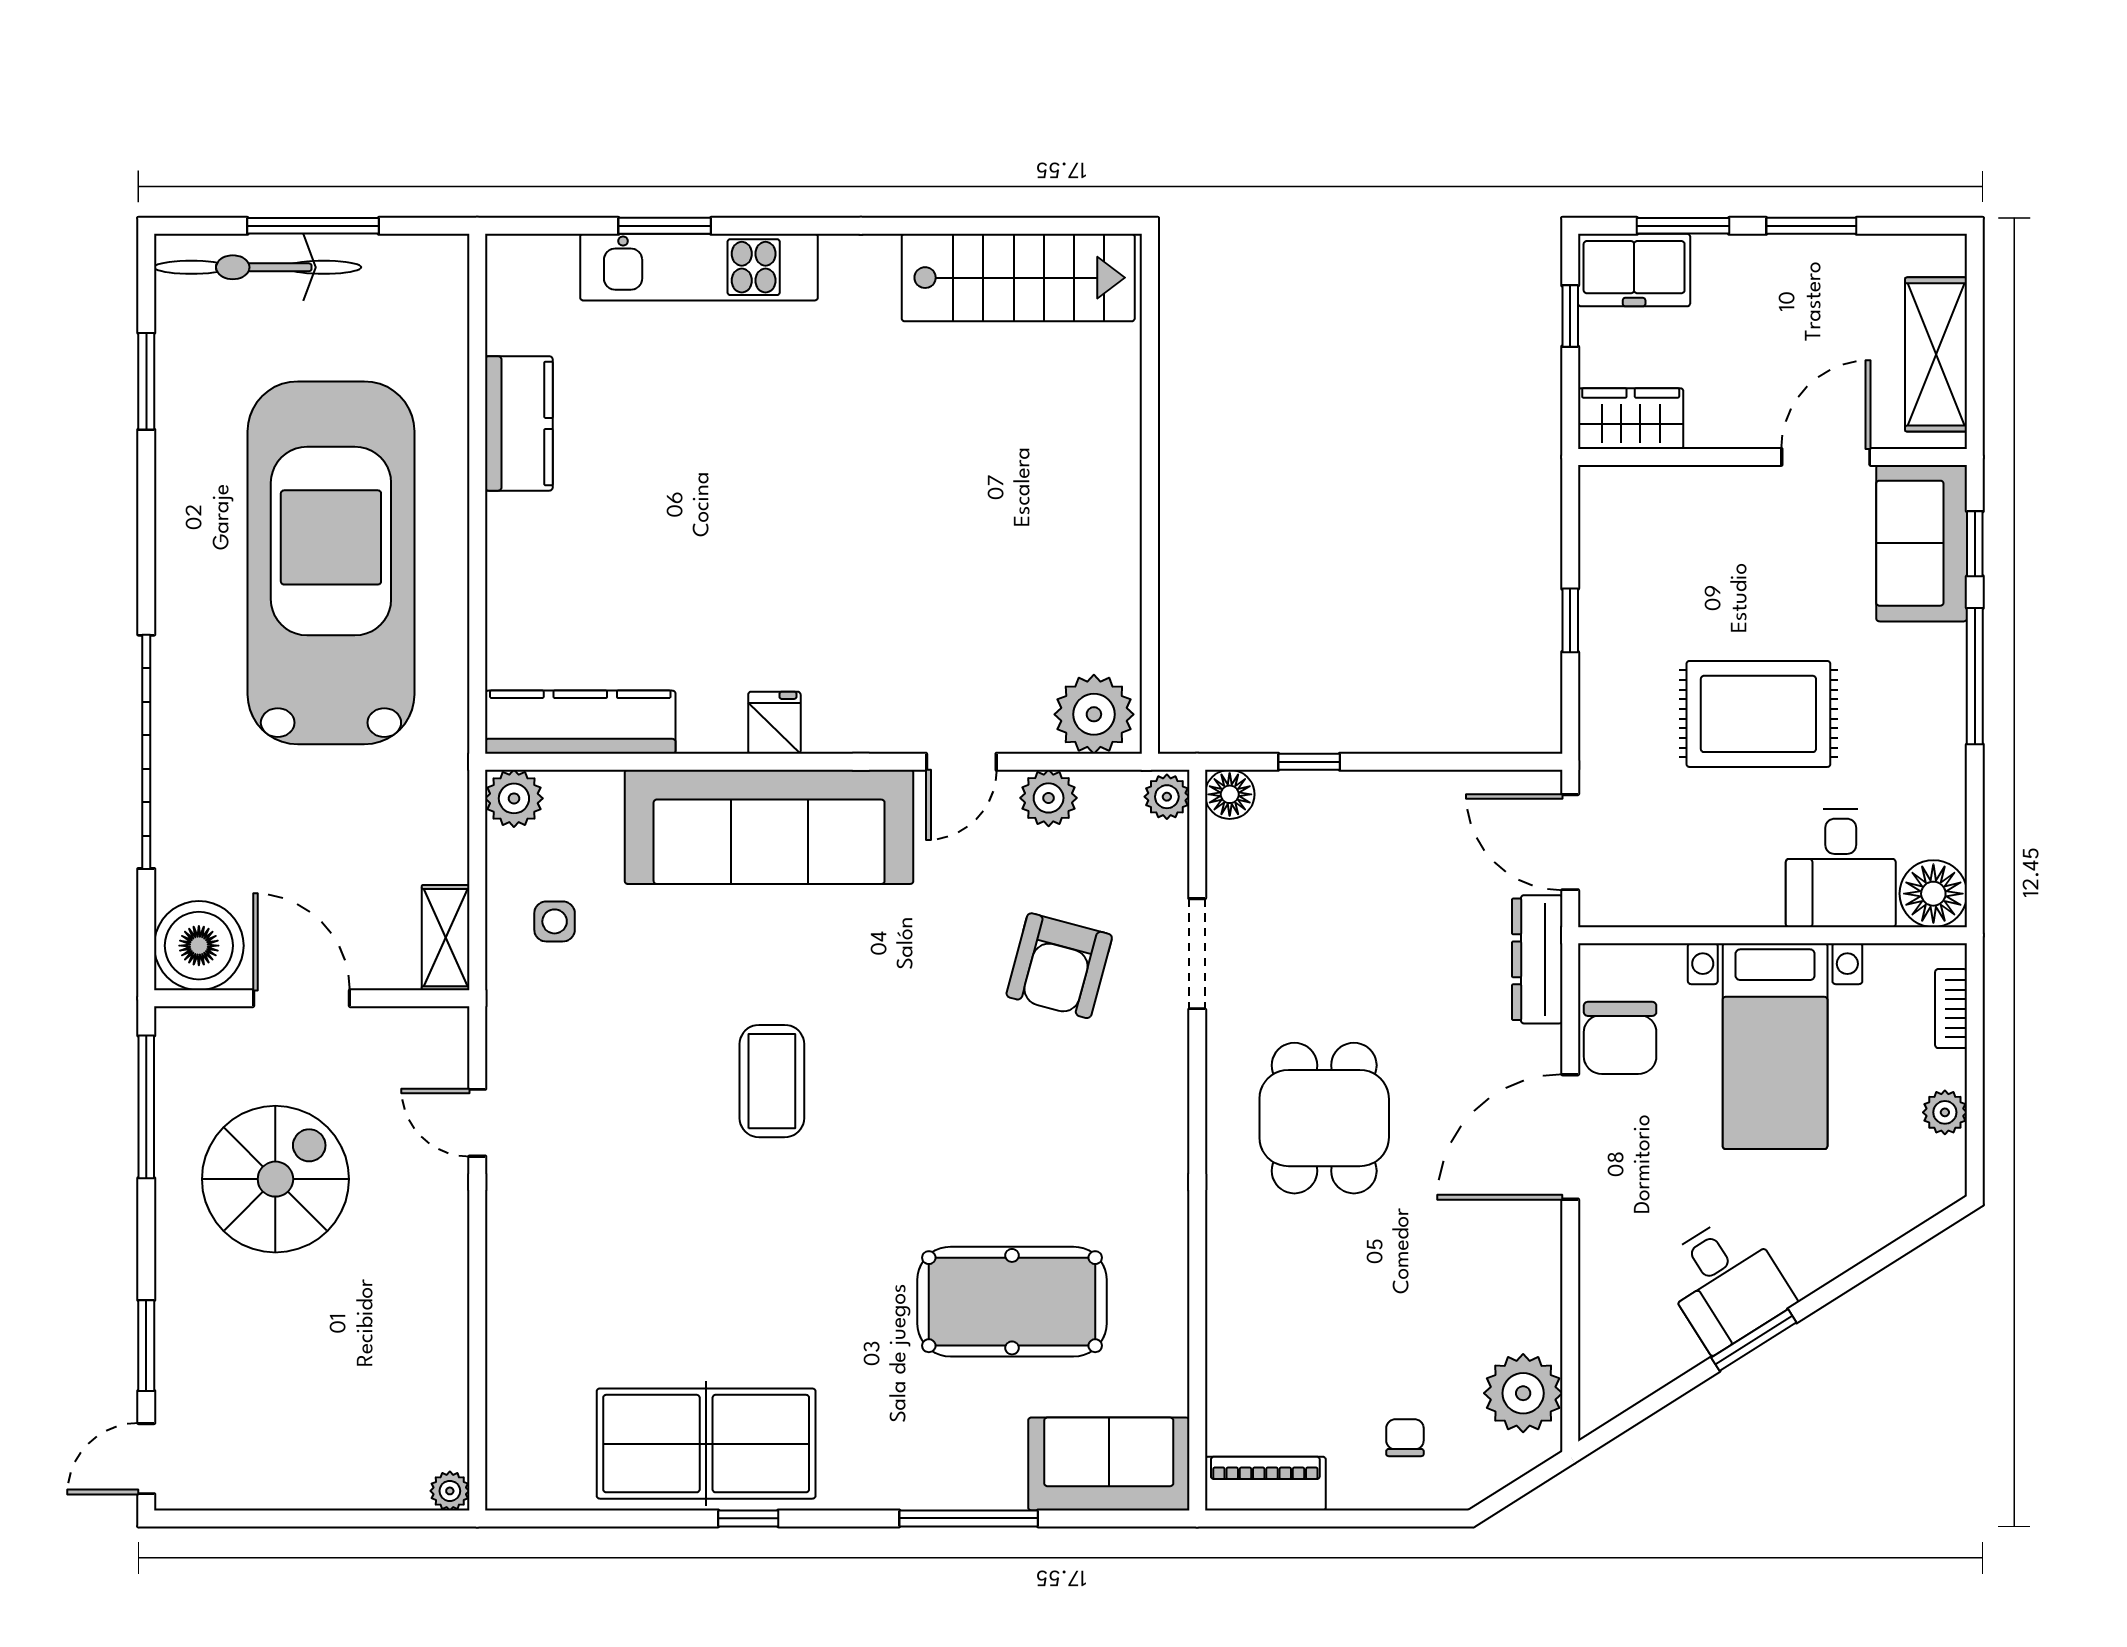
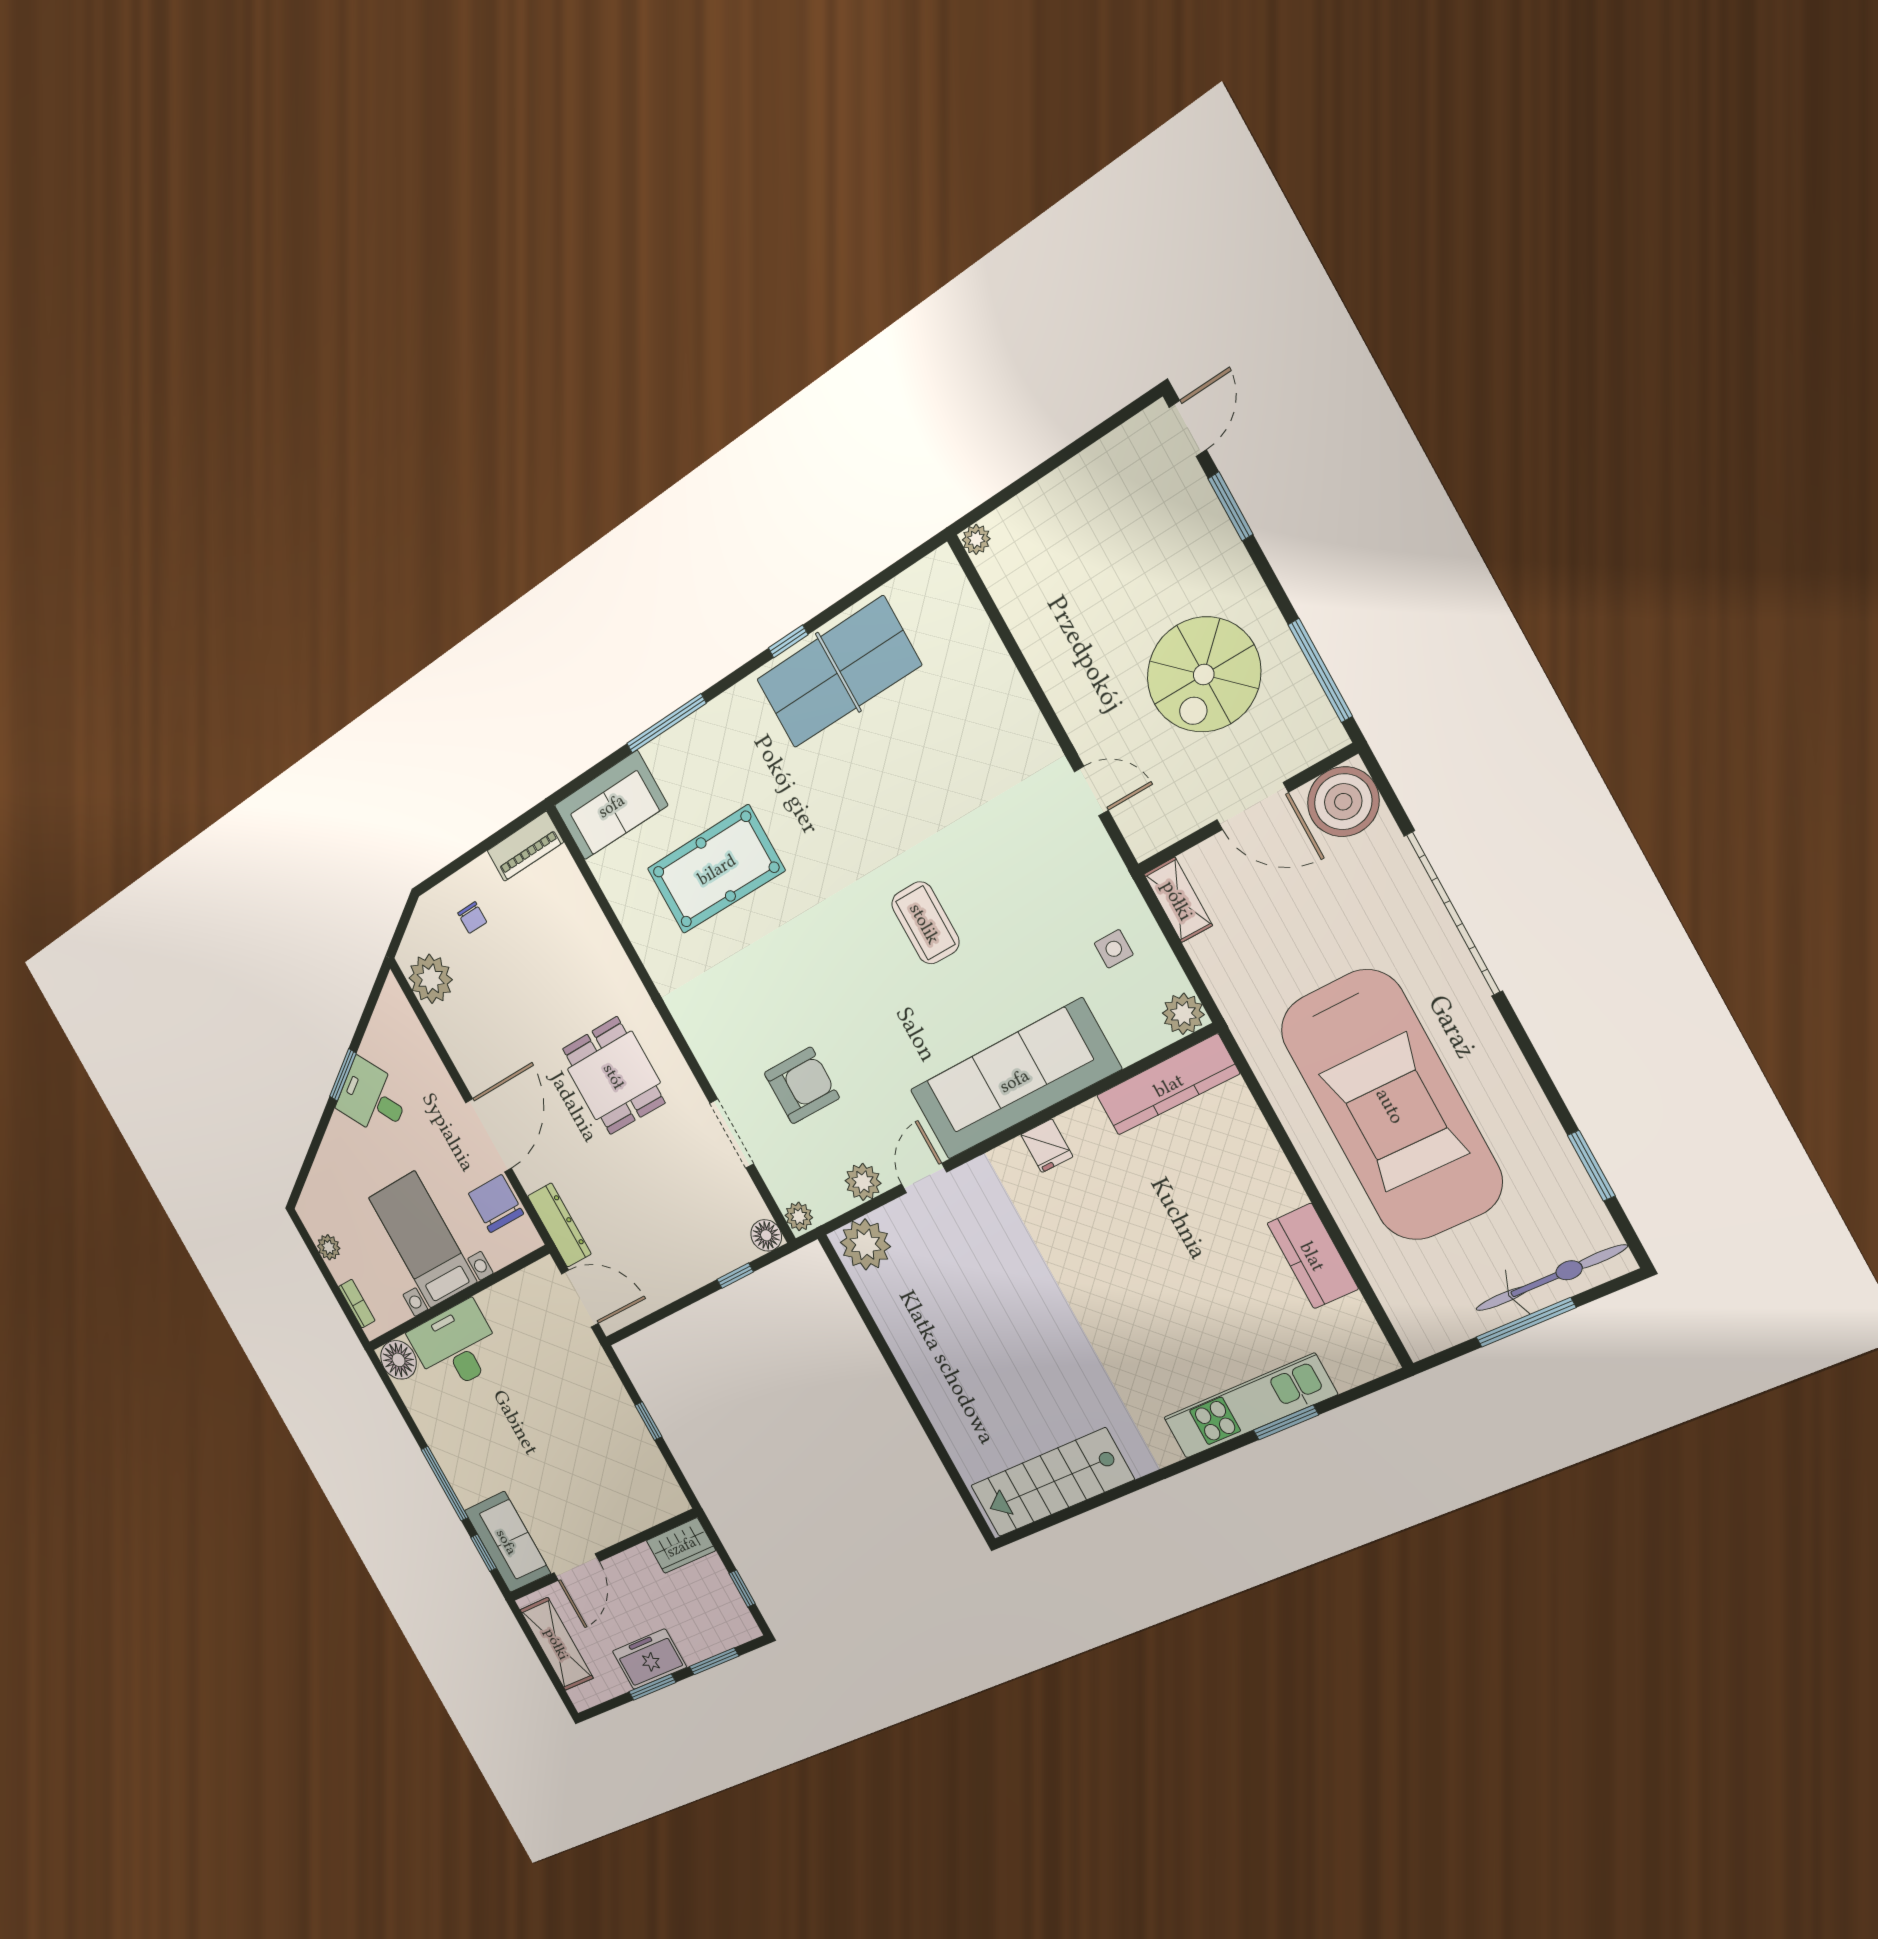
freezer: (1634, 270) -> (649, 1659), moved
rug: (1758, 714) -> (531, 1415), removed
desk: (1841, 868) -> (456, 1346), width x1.37
armchair: (1059, 966) -> (802, 1085), turned 75

